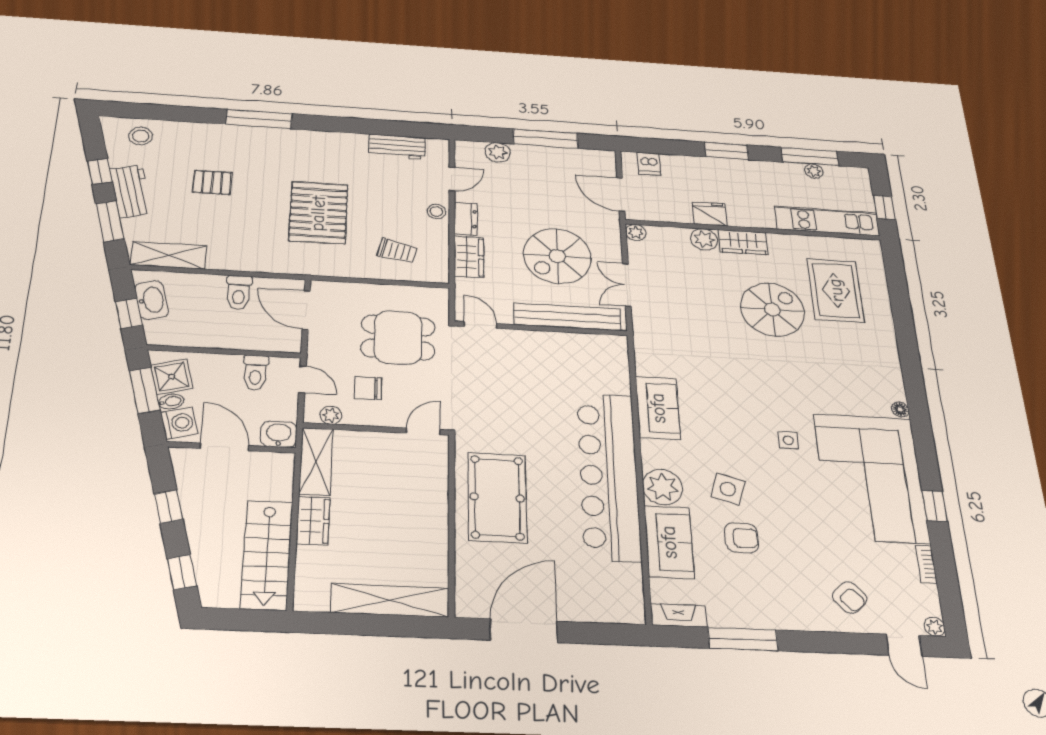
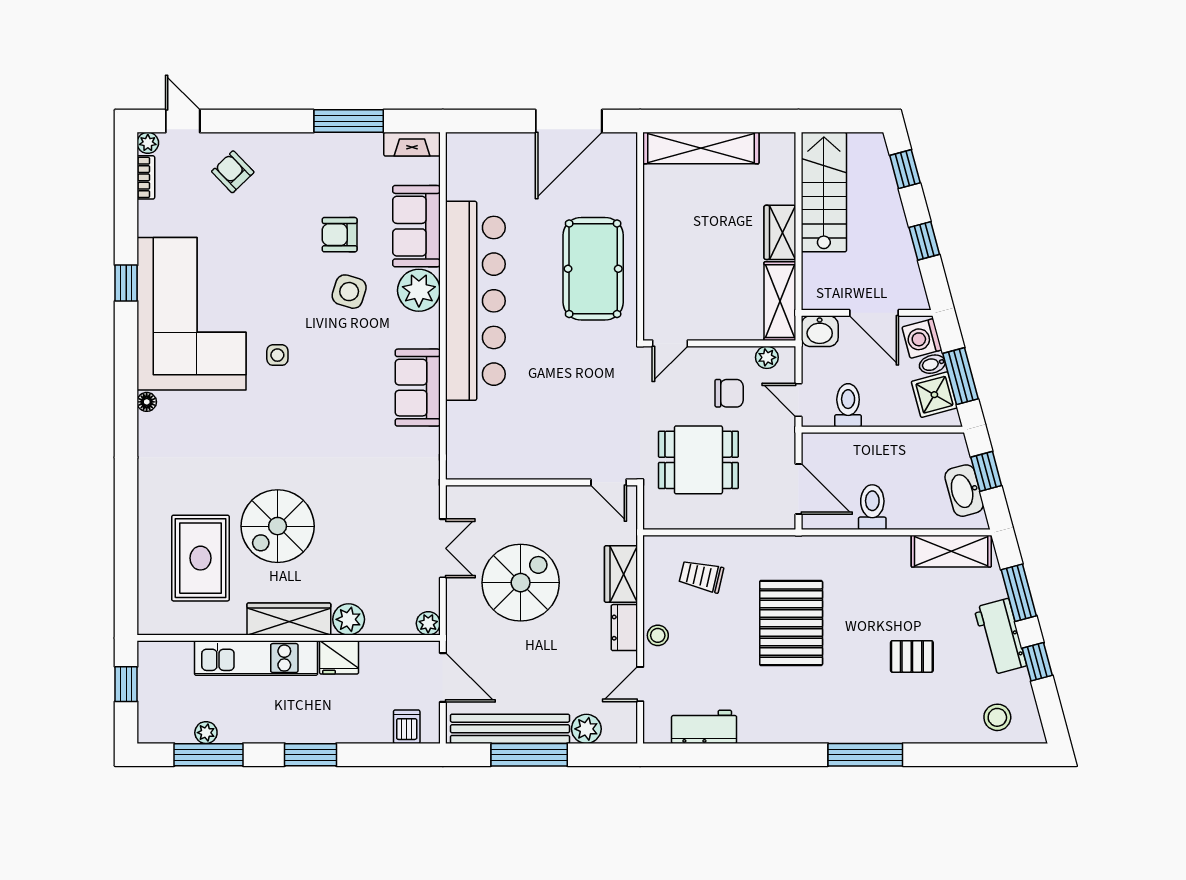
kitchen unit: (827, 221) -> (256, 658), moved
wardrobe: (743, 242) -> (289, 619), width x1.50
bench: (567, 317) -> (510, 729), moved
bookcase: (926, 564) -> (146, 177), moved

